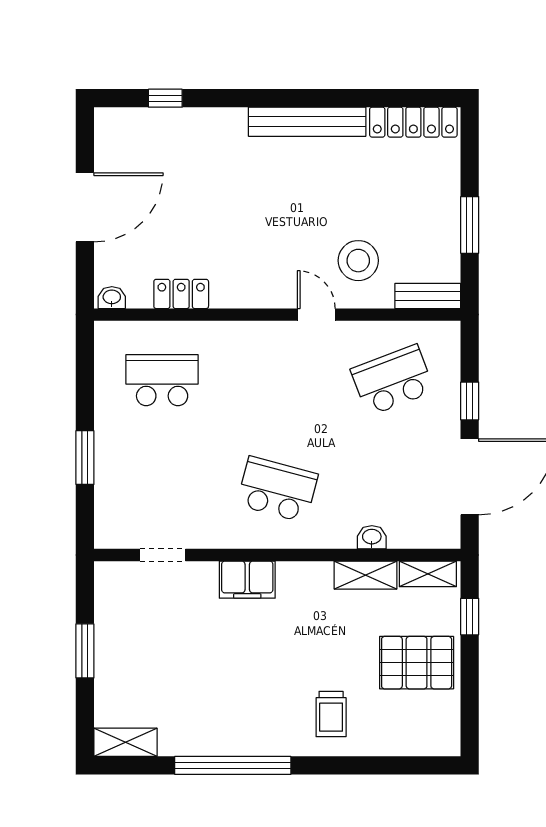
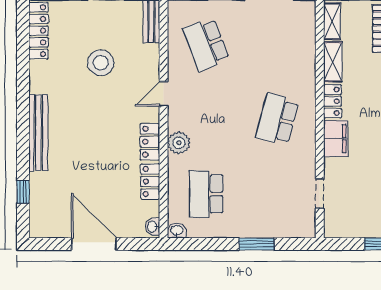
bench: (307, 122) -> (38, 133), moved
stool: (358, 261) -> (101, 63), moved
locker: (242, 293) -> (150, 142), added
plant: (241, 338) -> (179, 143), added
washbasin: (372, 537) -> (177, 231), moved, turned 90
locker: (305, 575) -> (333, 101), added

